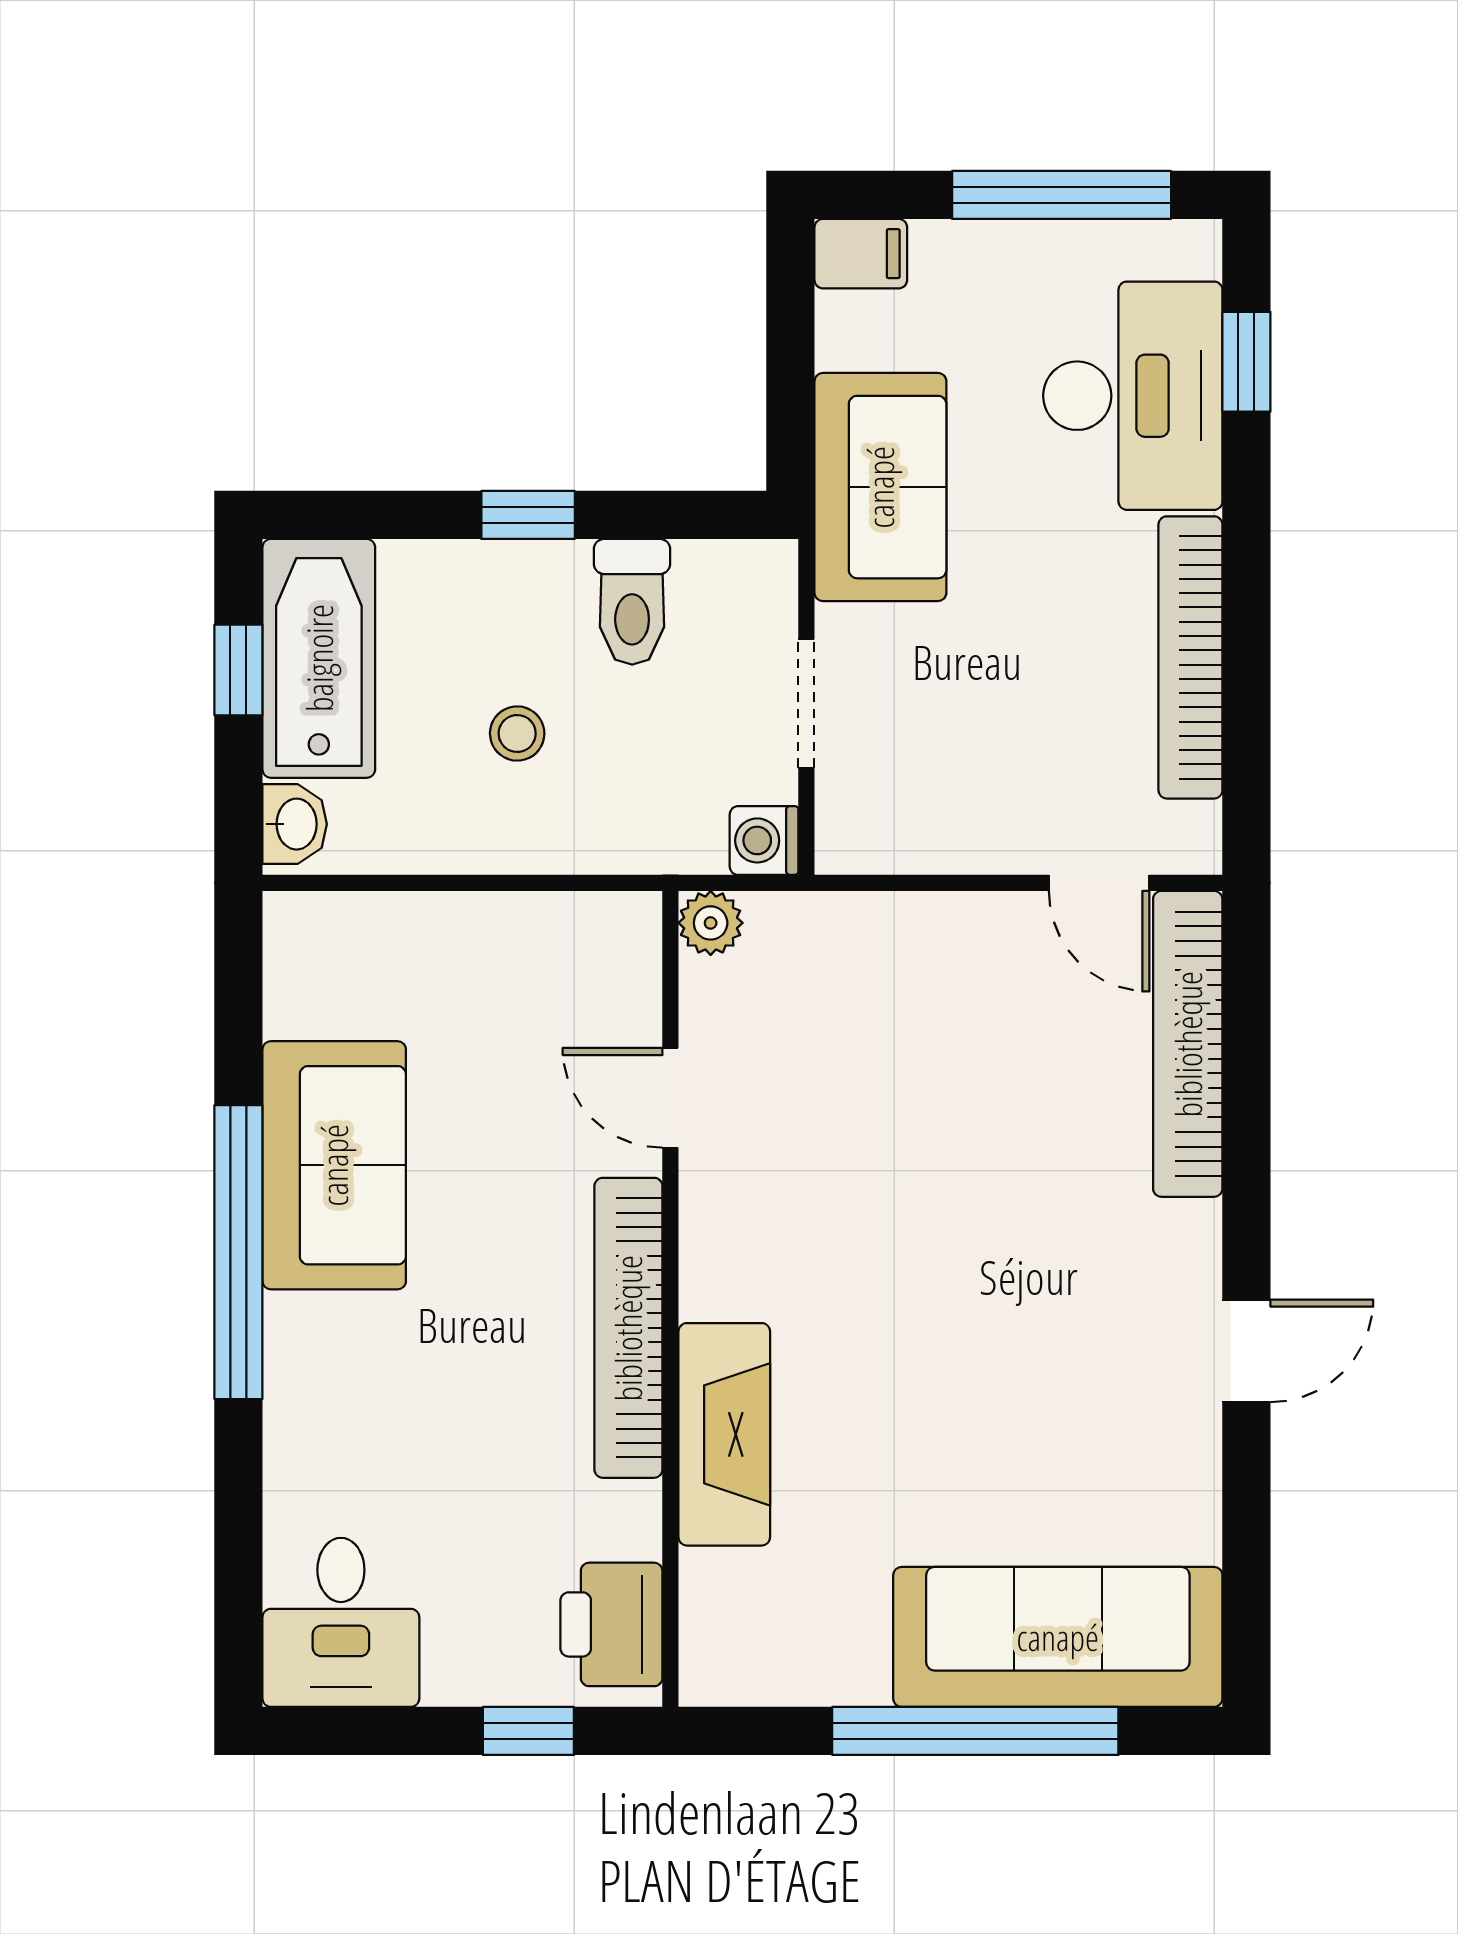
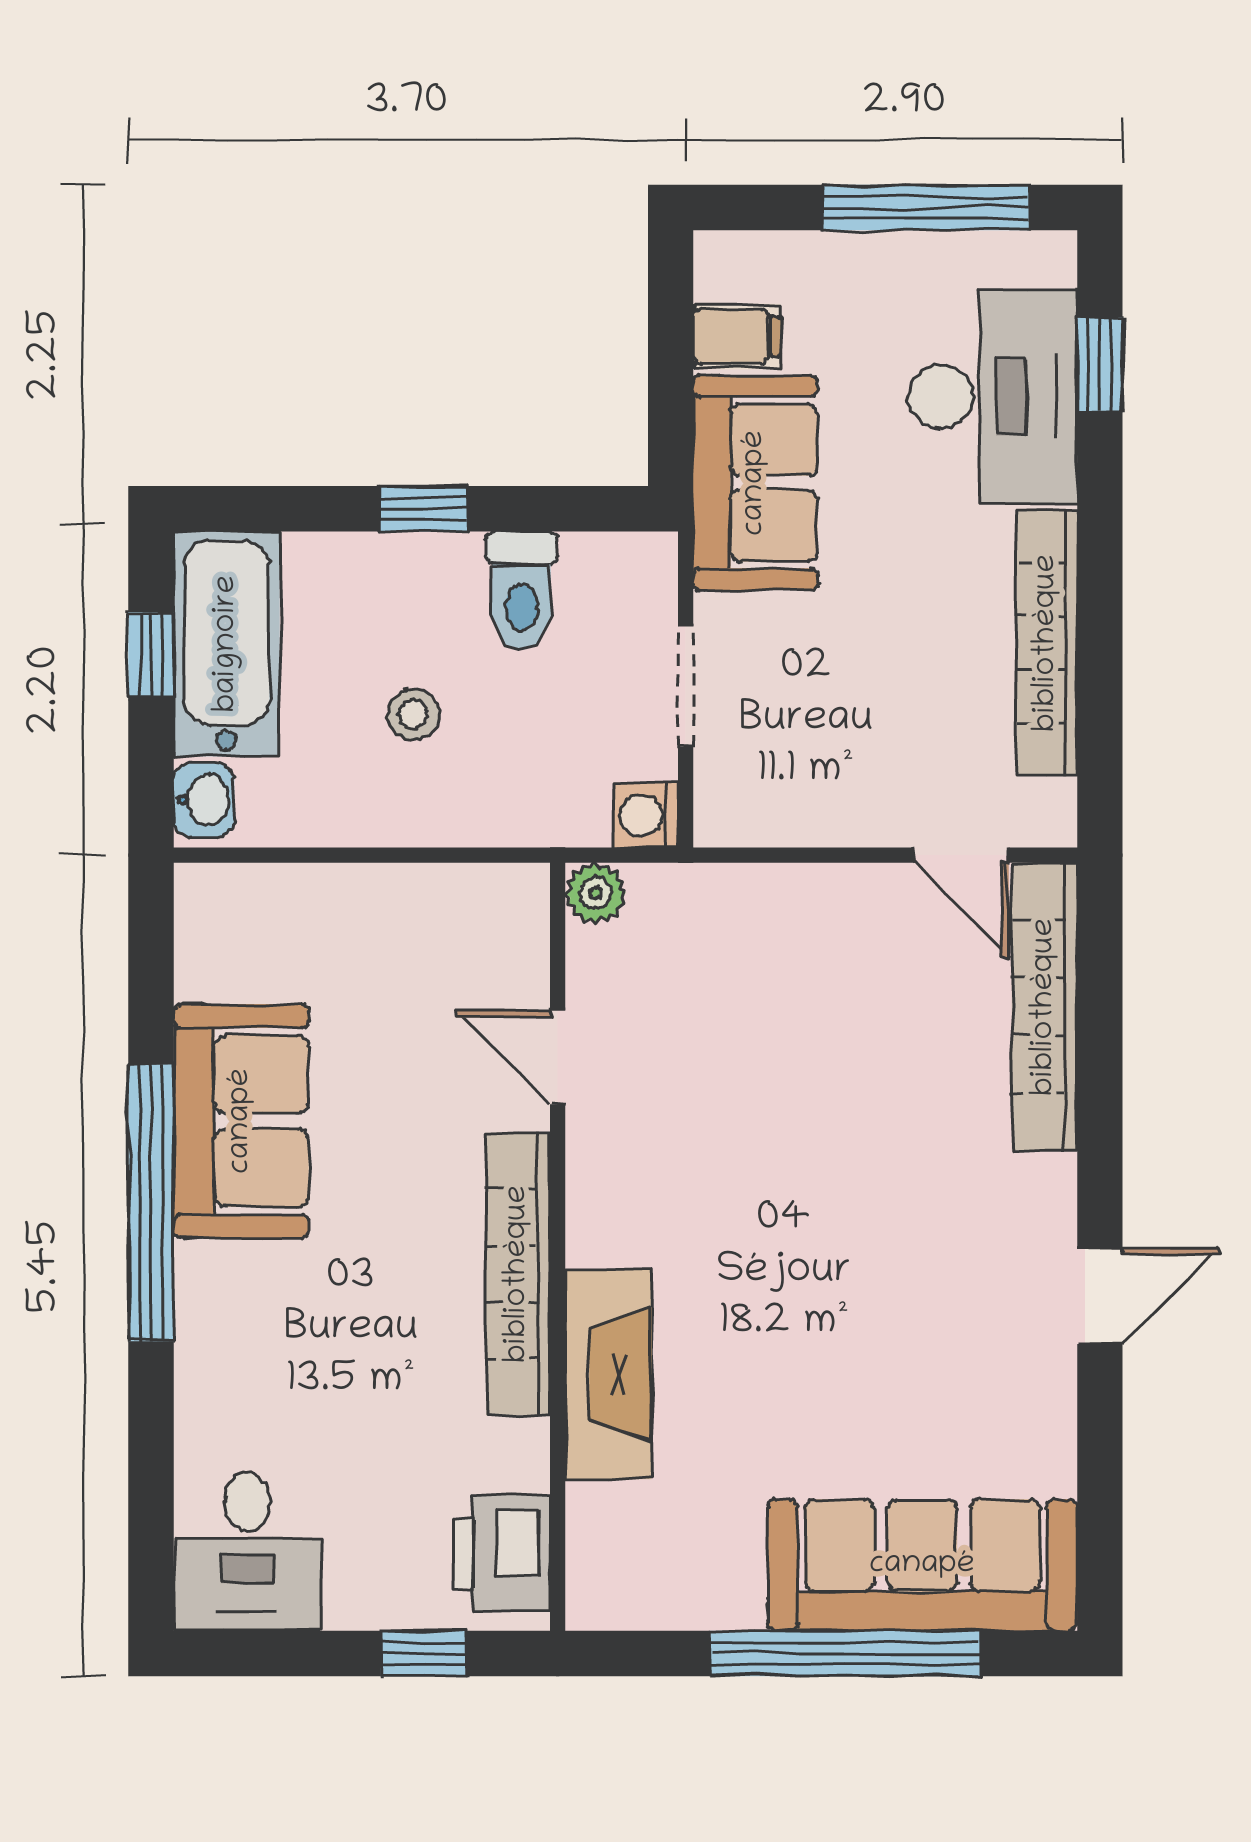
filing cabinet: (861, 254) -> (737, 336), moved

